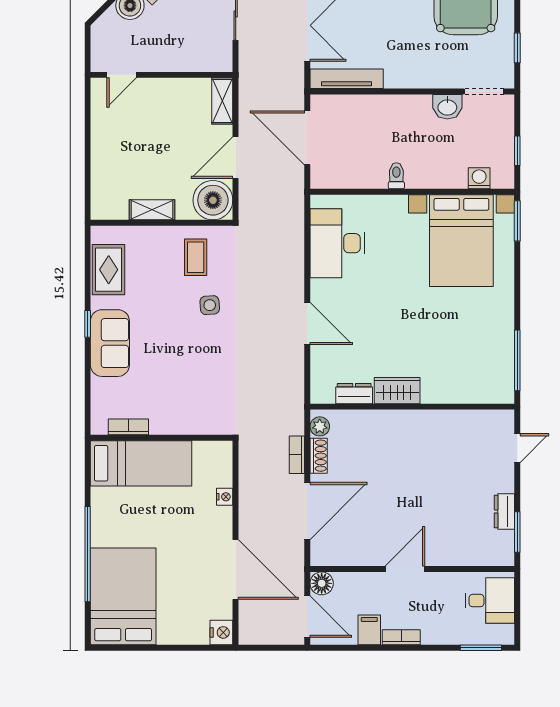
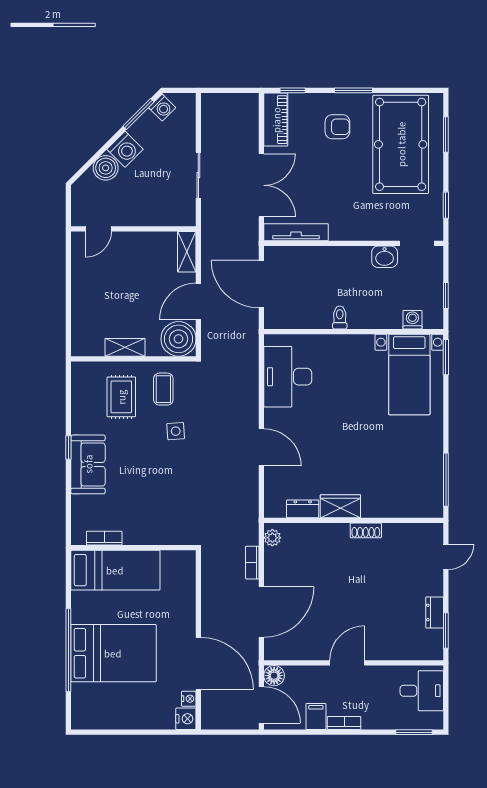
bed with nightstands: (461, 241) -> (409, 375), width x0.73
rug: (109, 270) -> (121, 397), moved
shoe rack: (319, 456) -> (366, 530), moved, turned 90
nightstand: (225, 497) -> (189, 699), moved
bed: (123, 596) -> (113, 653), moved, turned 90

